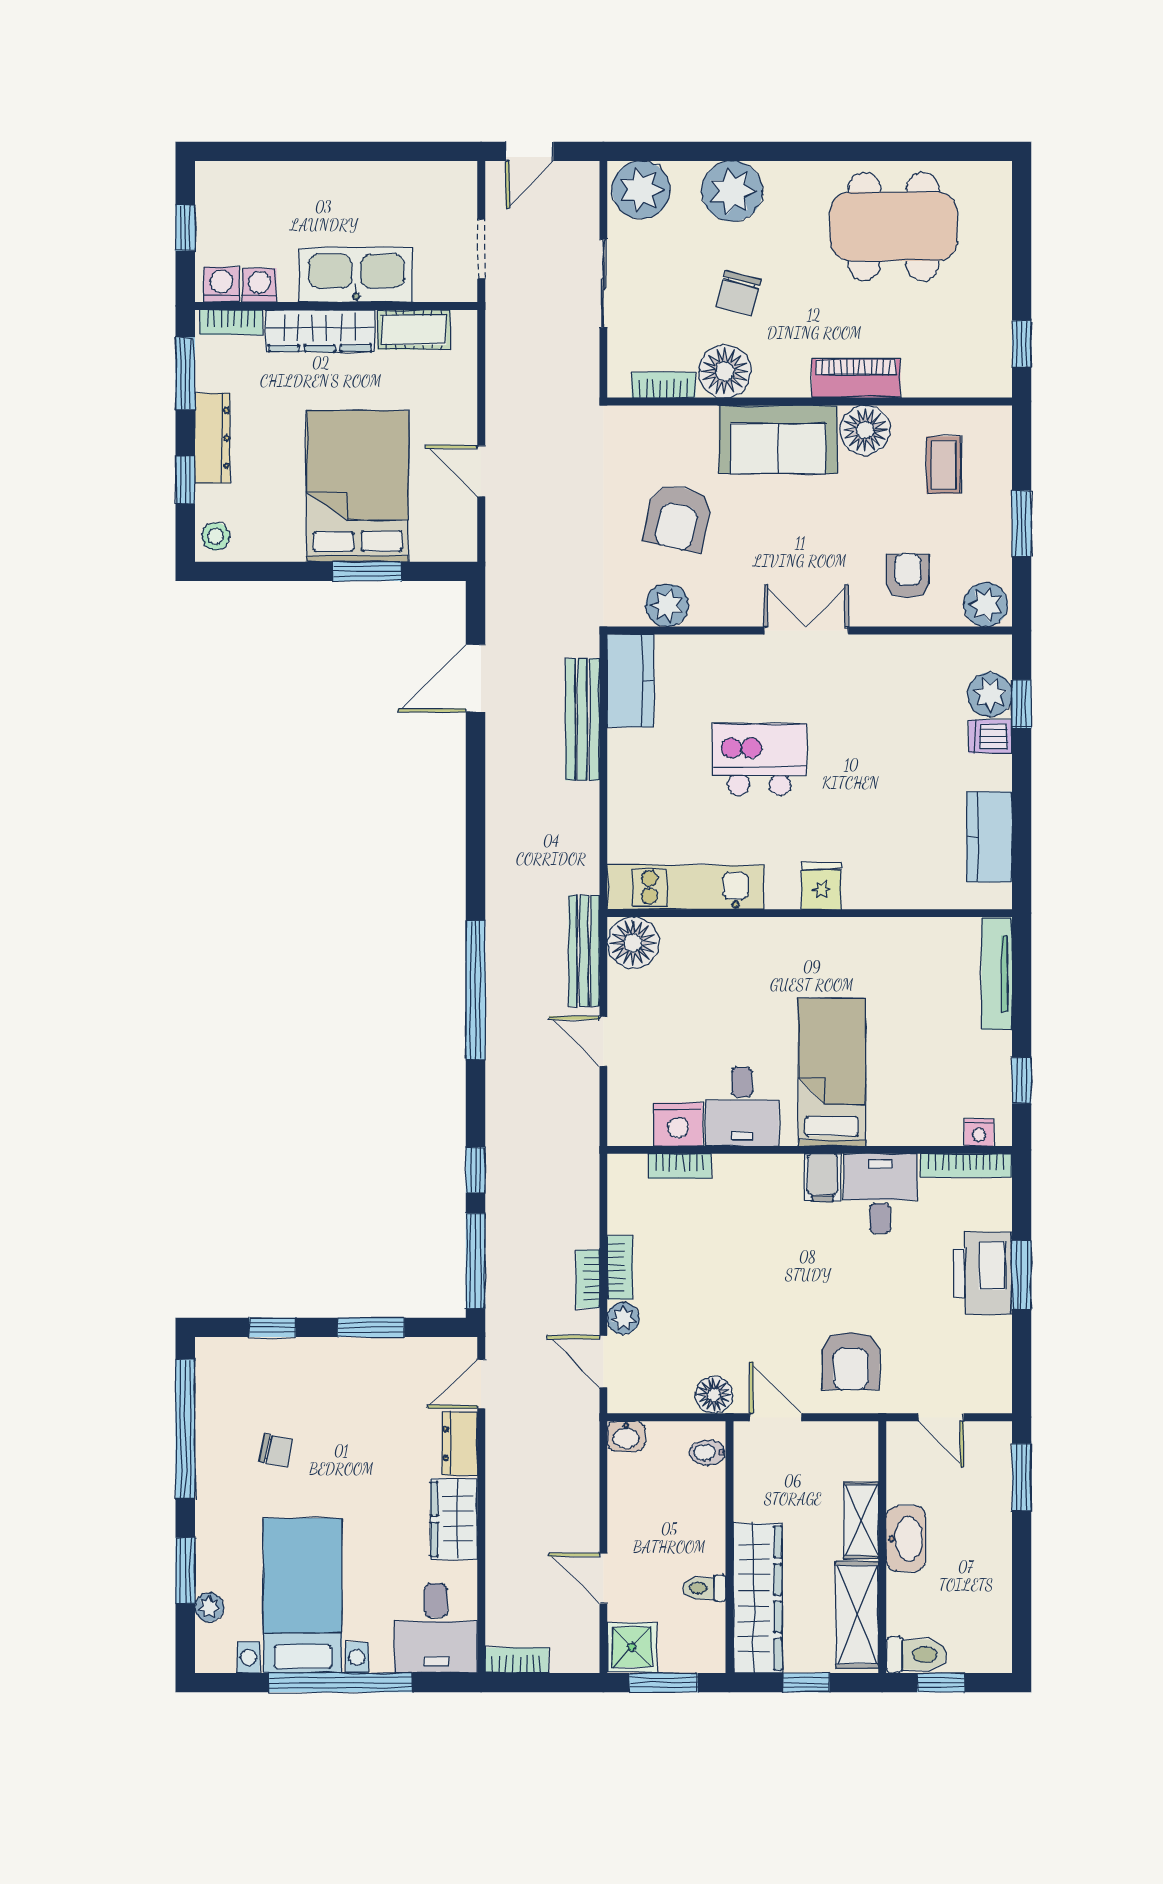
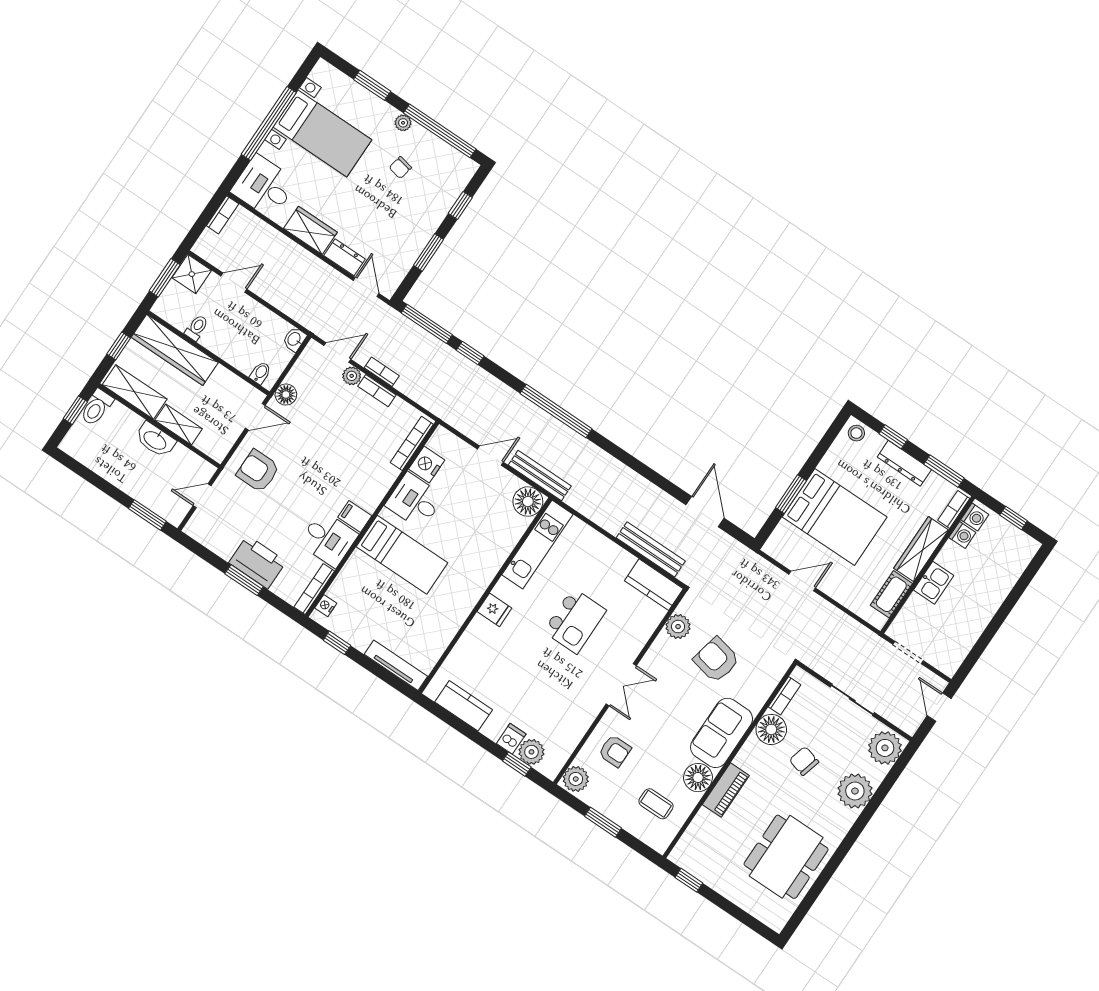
kitchen sink: (356, 275) -> (934, 583), width x0.53, depth x0.81
bookcase: (680, 1166) -> (412, 443), width x1.56
plant: (209, 1607) -> (403, 123), moved

